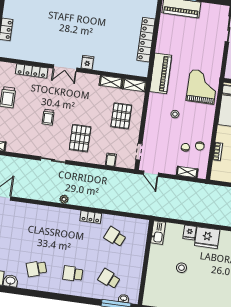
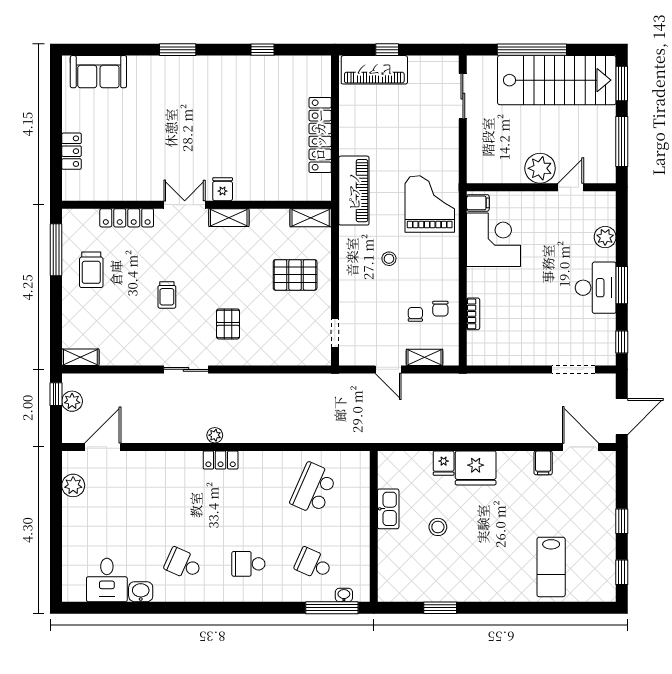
double door: (65, 68) -> (185, 205), swing flipped
shelving: (111, 82) -> (229, 218), moved
pallet: (121, 116) -> (295, 275), turned 90
pallet: (80, 138) -> (228, 324), width x0.67, depth x0.71
filing cabinet: (111, 160) -> (288, 354), removed
door: (151, 174) -> (388, 369), moved
locker: (91, 217) -> (221, 460), moved
kitchen sink: (158, 233) -> (388, 509), moved
school desk: (115, 237) -> (313, 489), width x1.85
school desk: (36, 269) -> (183, 564), turned 42

